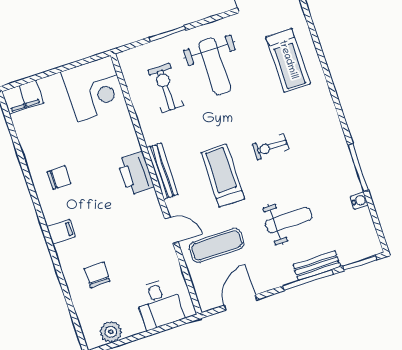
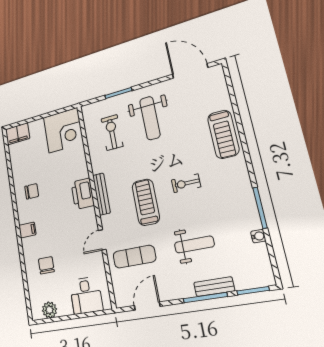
treadmill: (288, 60) -> (223, 134), moved
door: (172, 230) -> (102, 240), swing flipped

